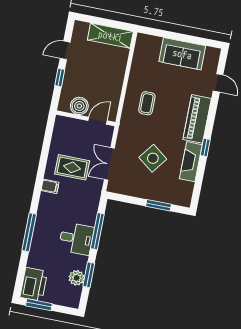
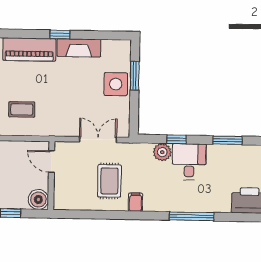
boiler: (79, 106) -> (38, 199), moved
side table: (153, 158) -> (116, 84), moved, turned -37
double door: (109, 164) -> (98, 140), swing flipped
window: (97, 231) -> (177, 139), width x0.46
plant: (77, 278) -> (162, 152), moved

